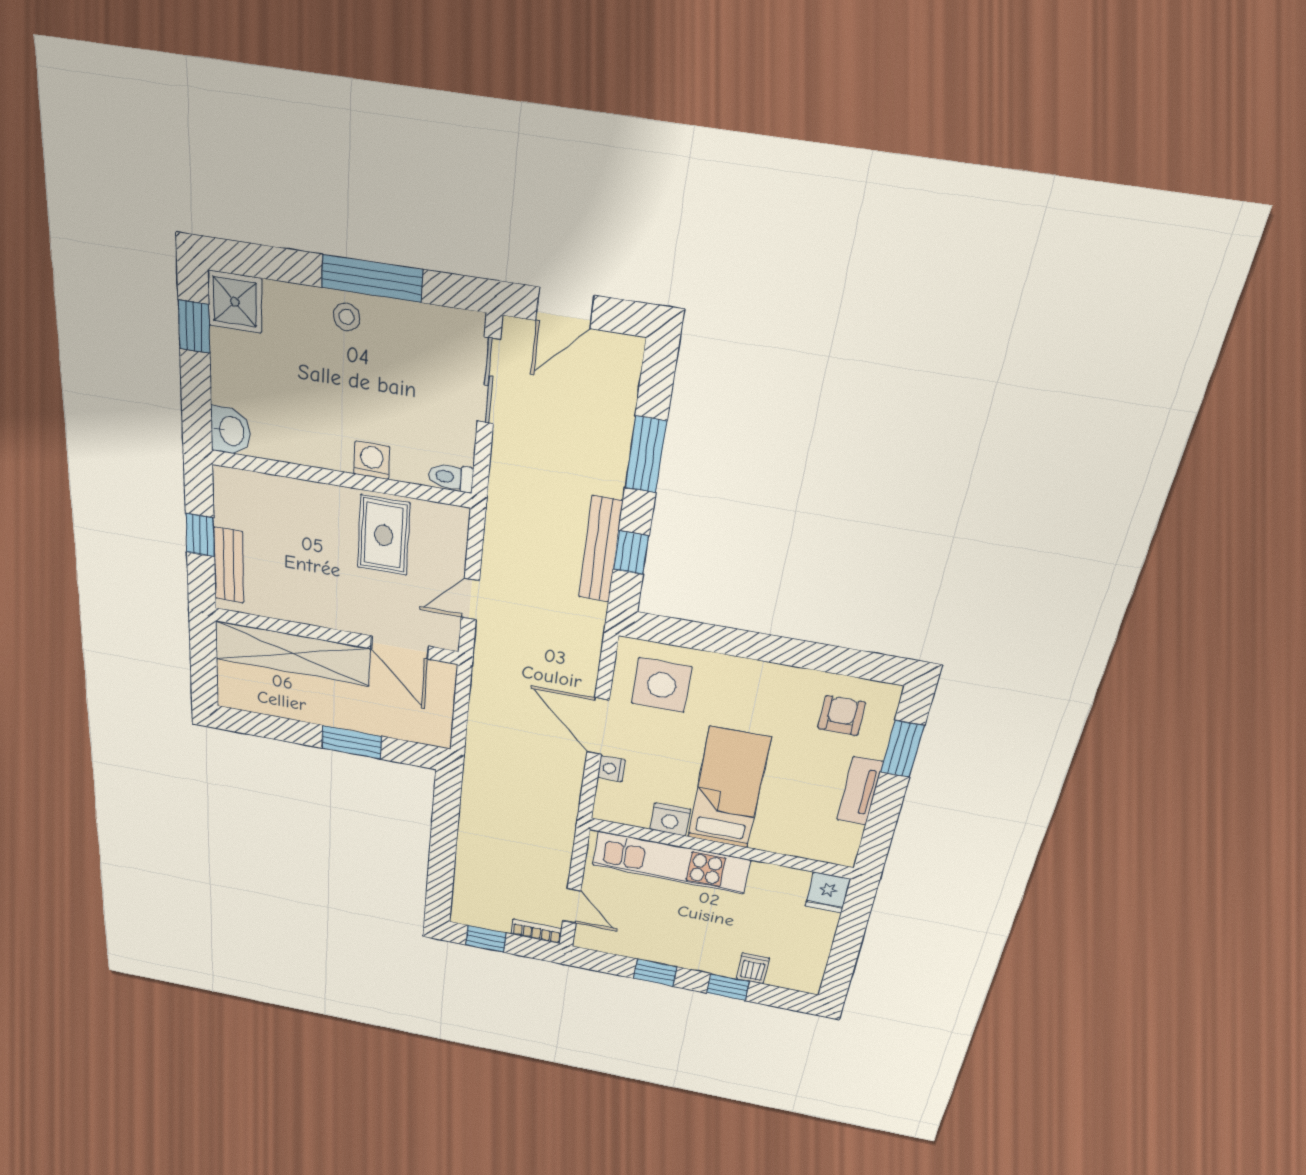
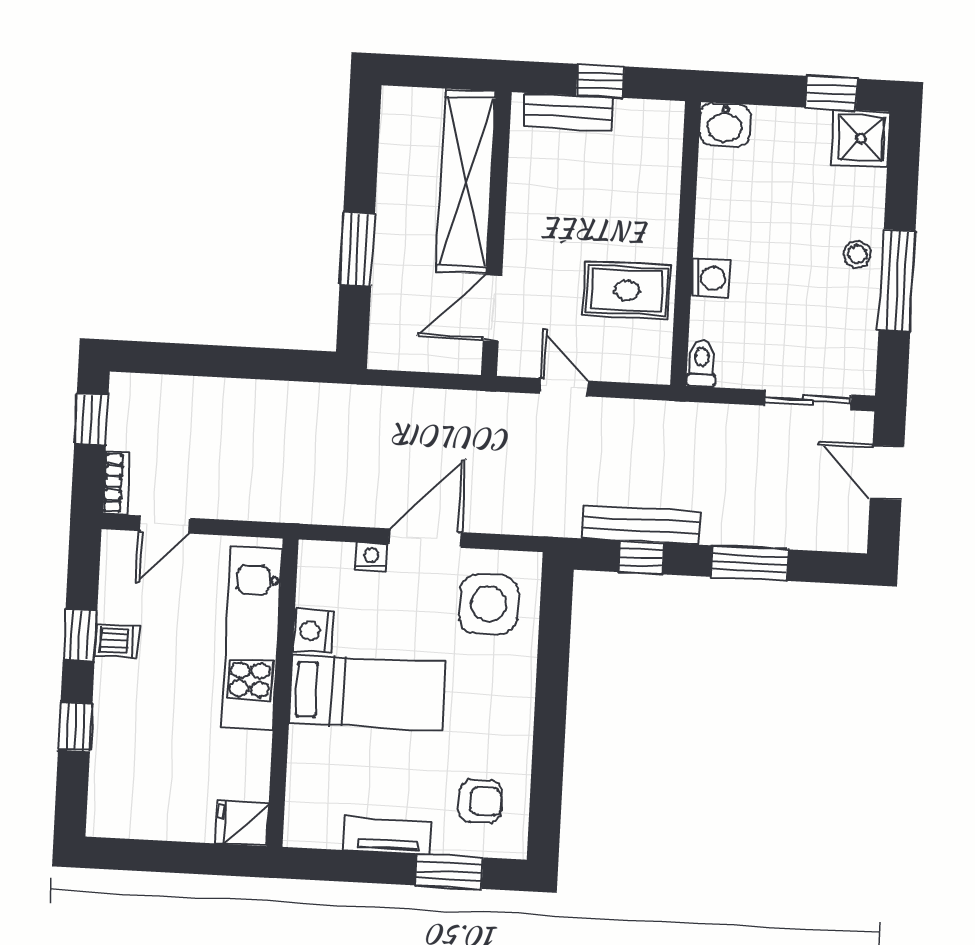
dishwasher: (753, 968) -> (117, 641), moved

